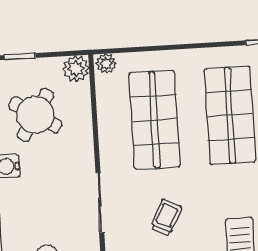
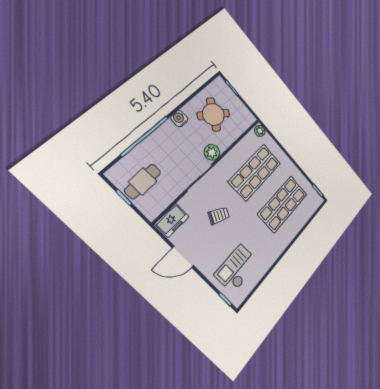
plant: (76, 69) -> (212, 152), moved

